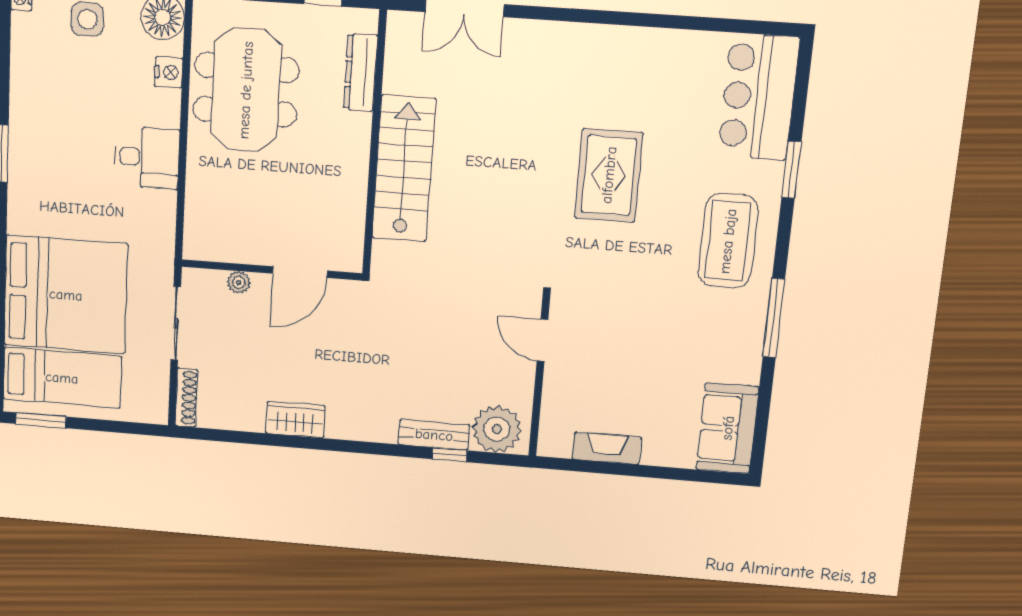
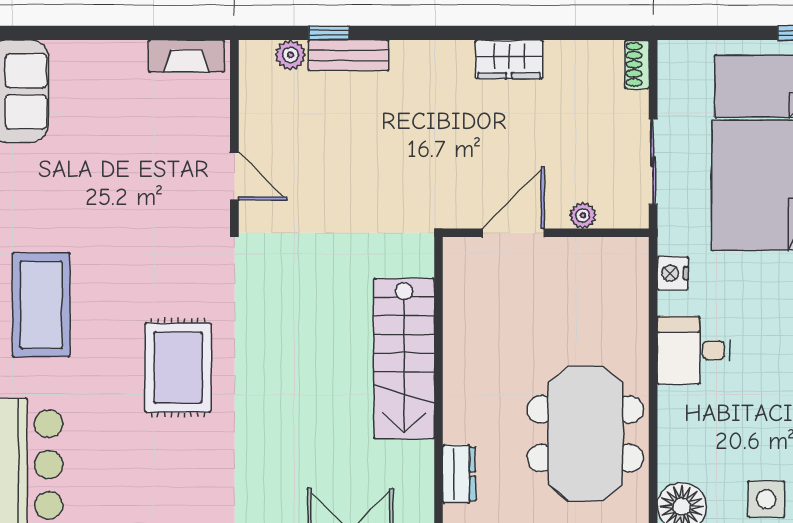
nightstand: (169, 72) -> (673, 273), moved
dresser: (360, 72) -> (459, 474), width x0.70
shoe rack: (186, 398) -> (637, 64), width x0.70
plant: (497, 429) -> (290, 55), width x0.53, depth x0.53
fireplace: (607, 448) -> (186, 56), moved

